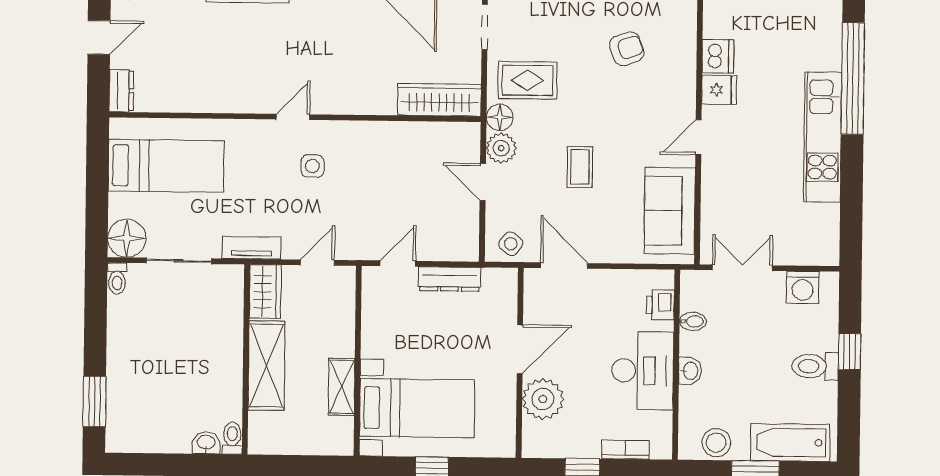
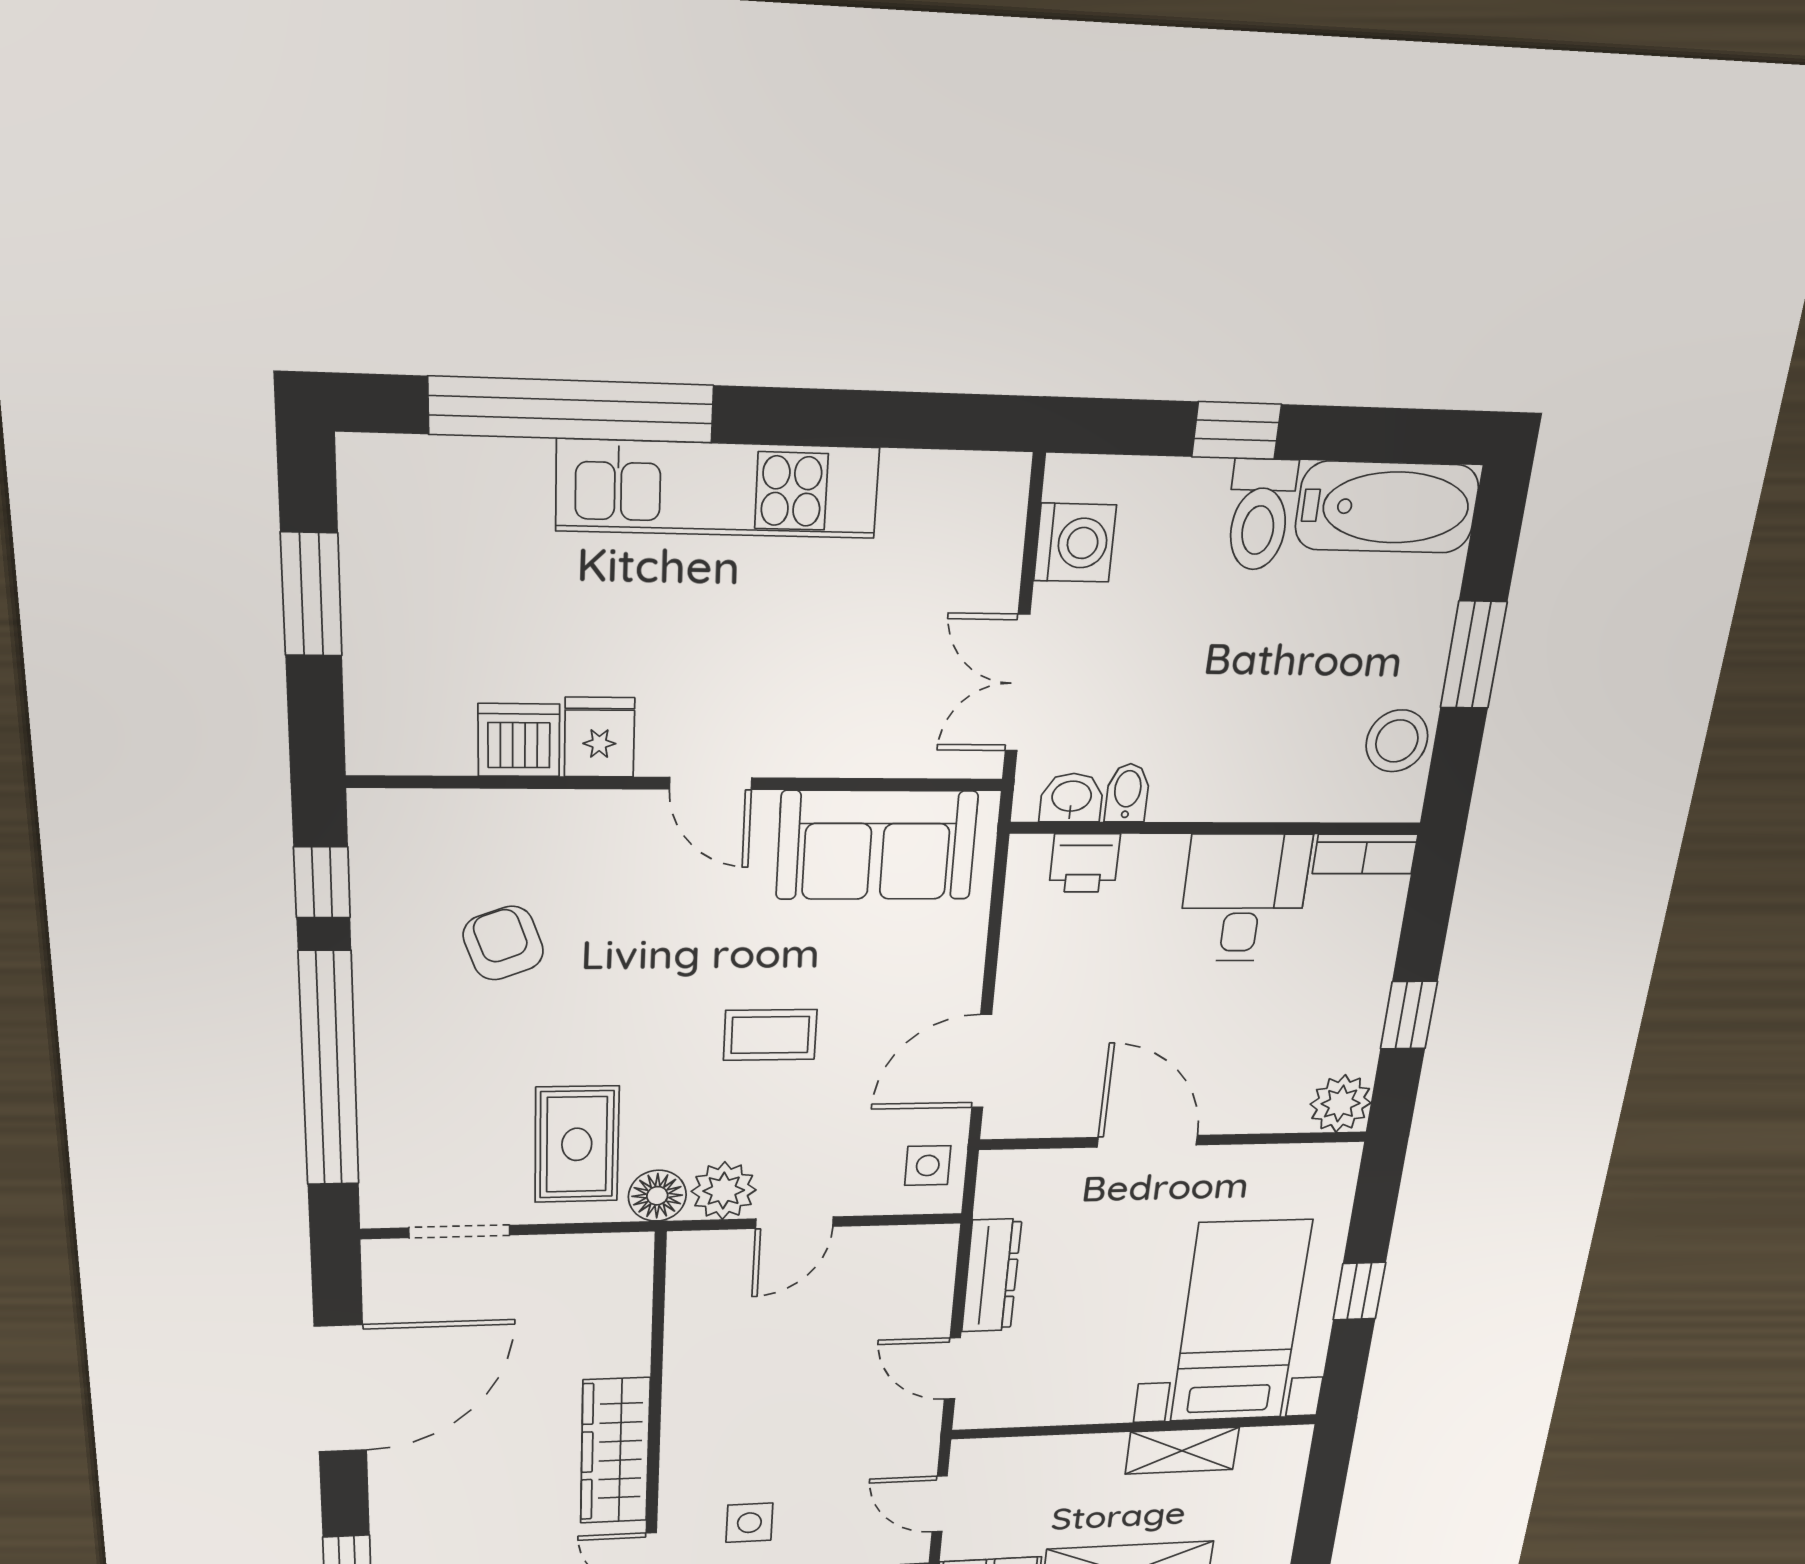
wardrobe: (439, 100) -> (615, 1451), moved
side table: (511, 244) -> (928, 1165), turned -37
desk: (643, 371) -> (1244, 898), width x0.73
washbasin: (690, 371) -> (1071, 798), moved
plant: (543, 399) -> (1341, 1104), moved, width x0.73, depth x0.73
bathtub: (790, 442) -> (1387, 507), moved, turned -90
bookcase: (625, 450) -> (1365, 854), moved, turned -90

